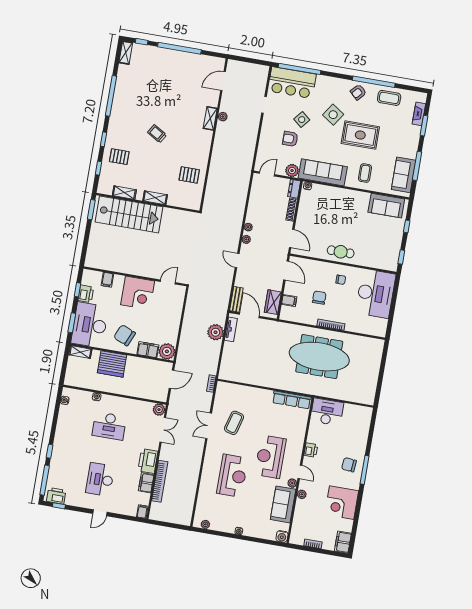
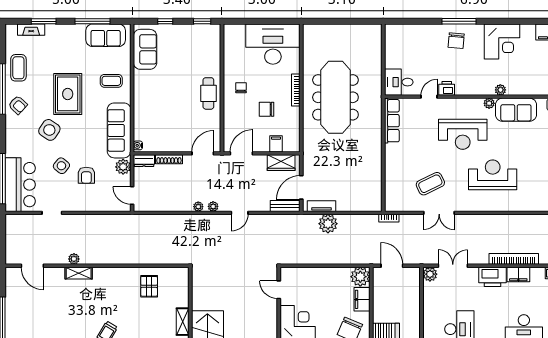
desk: (376, 294) -> (273, 44), moved
desk: (327, 412) -> (399, 82), width x0.73
coffee table: (234, 423) -> (430, 184), turned -41
door: (300, 472) -> (429, 97), moved

